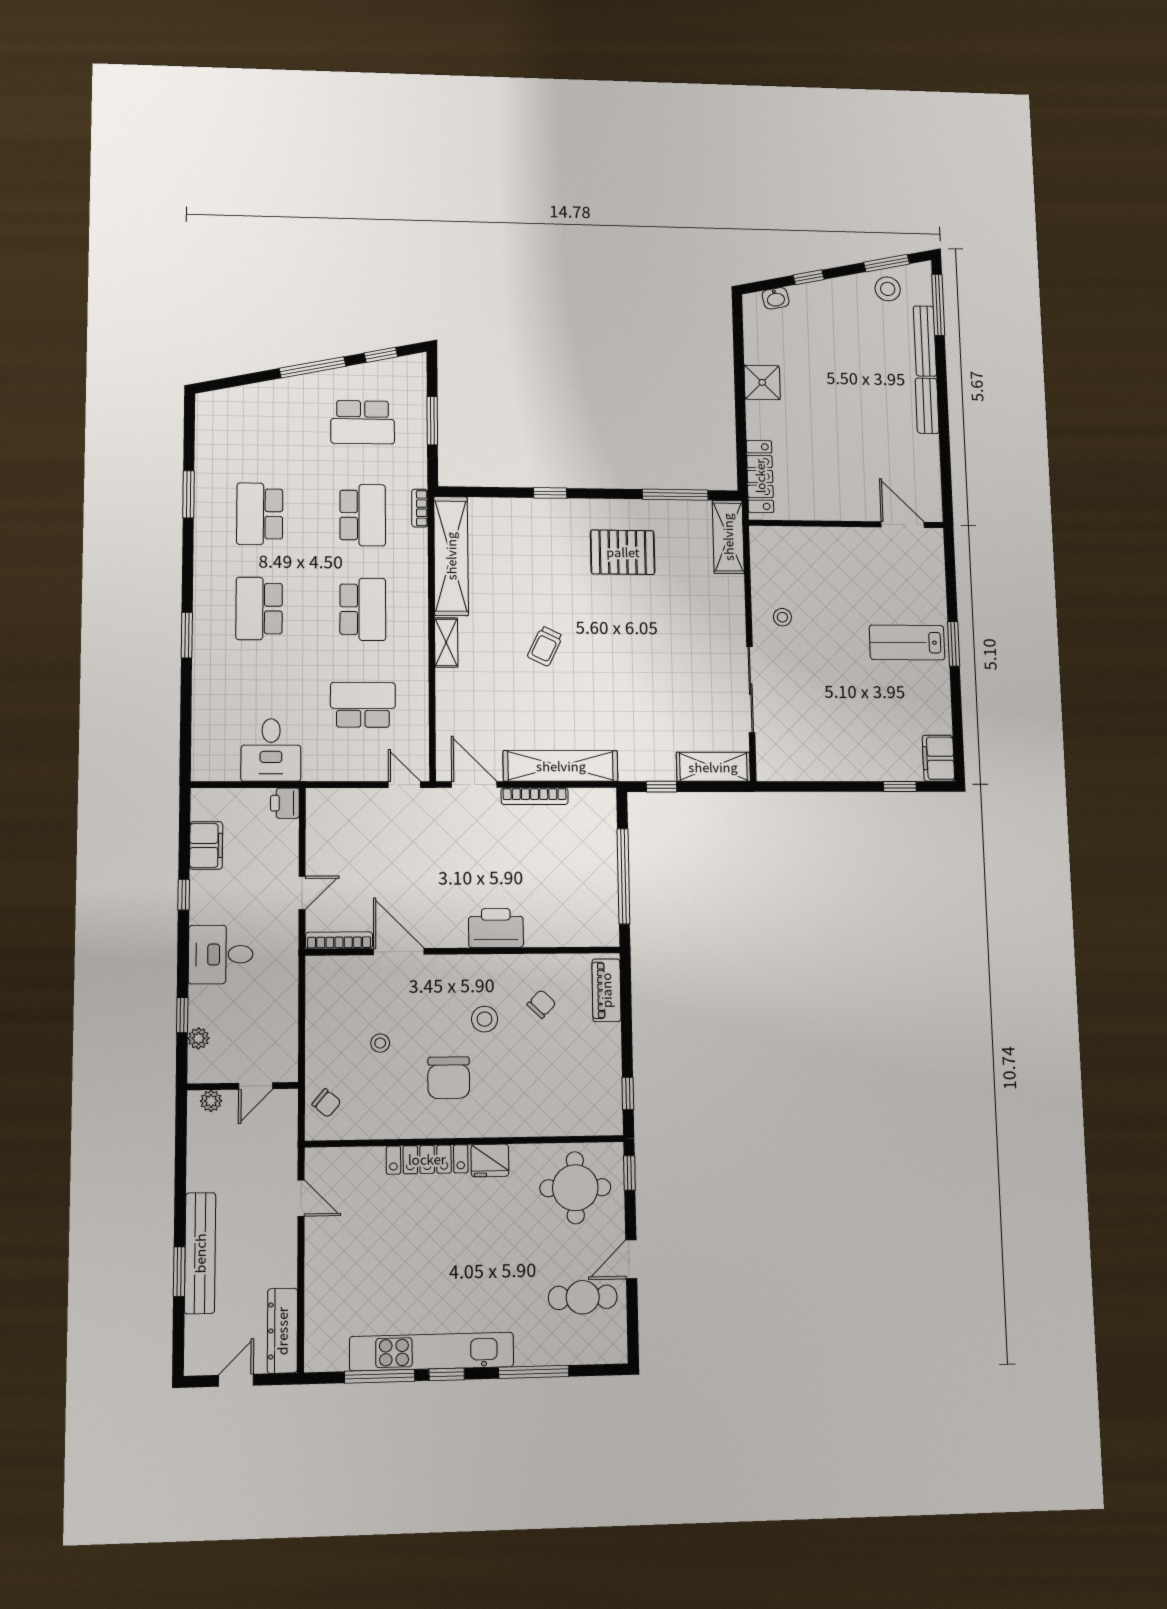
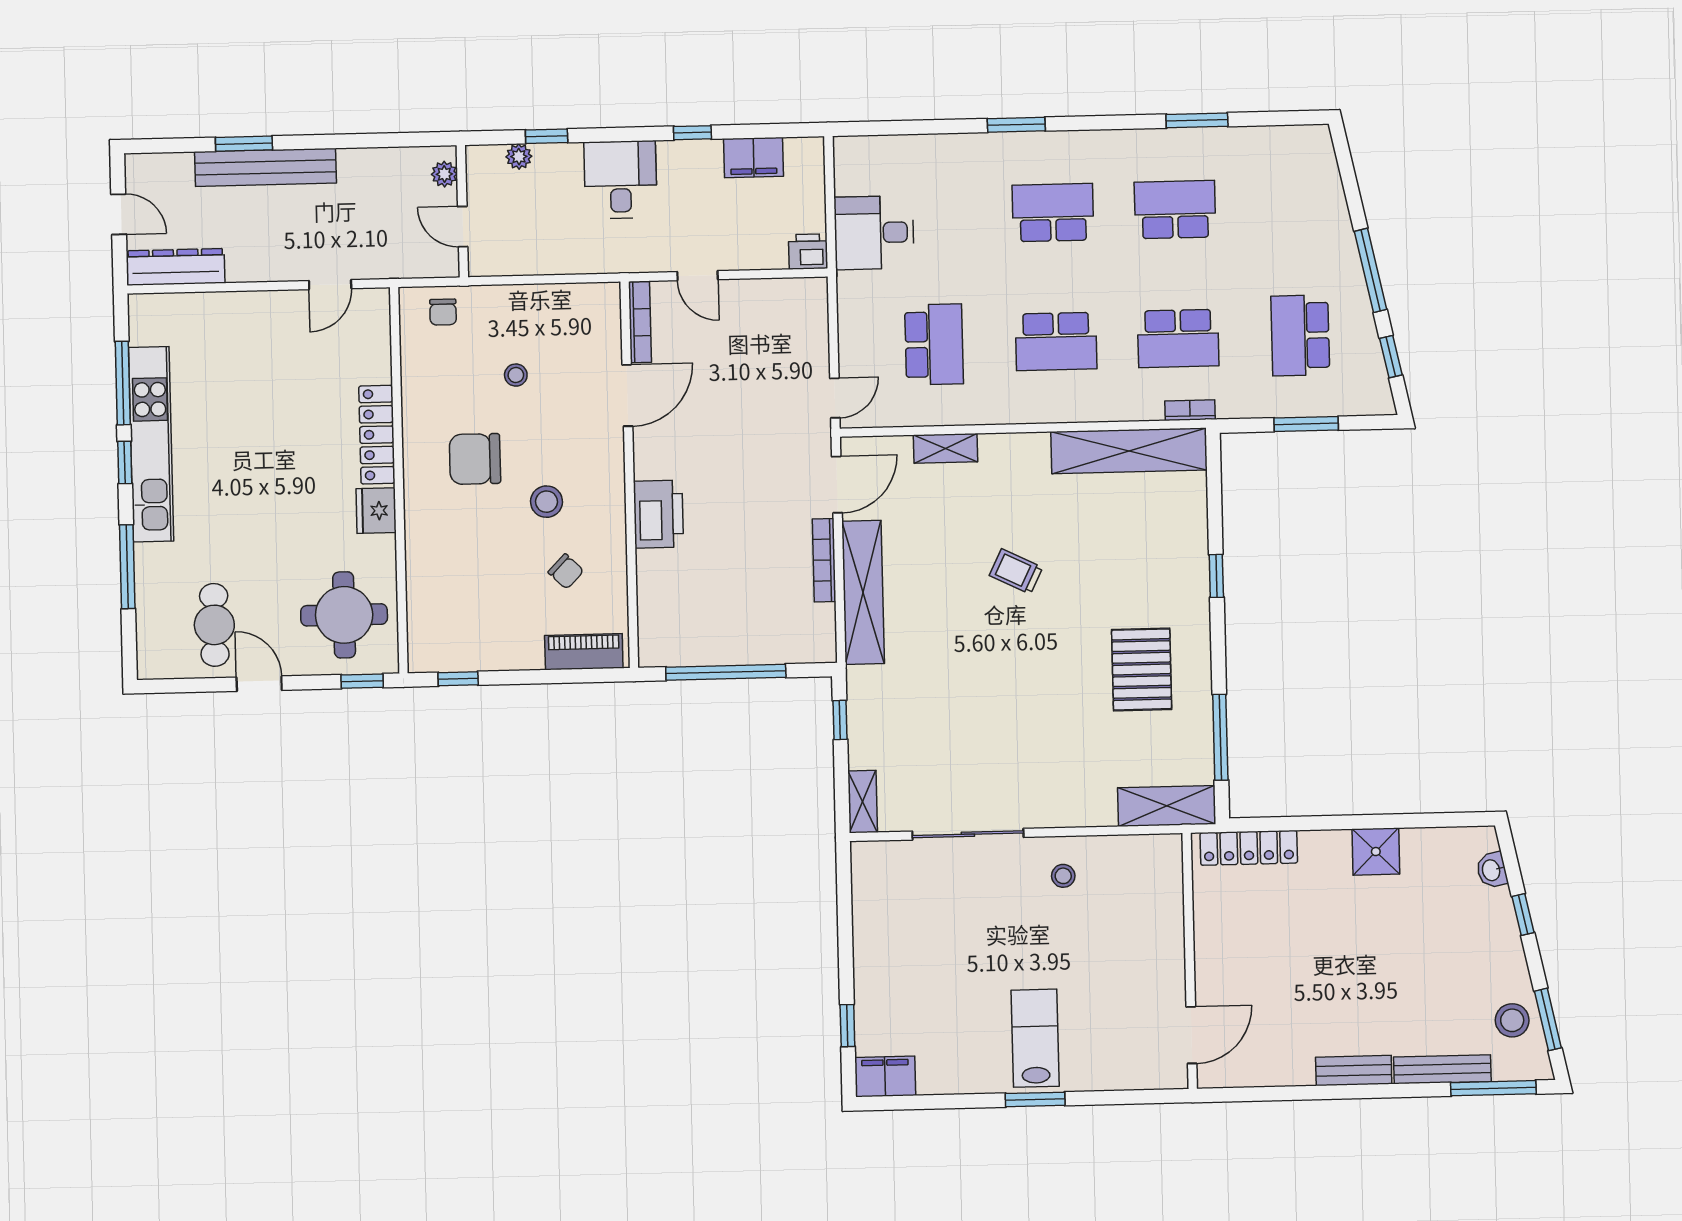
shelving: (446, 642) -> (946, 448), moved
shelving: (713, 767) -> (863, 802), width x0.67, depth x0.75
chair: (326, 1103) -> (443, 312), turned -40

